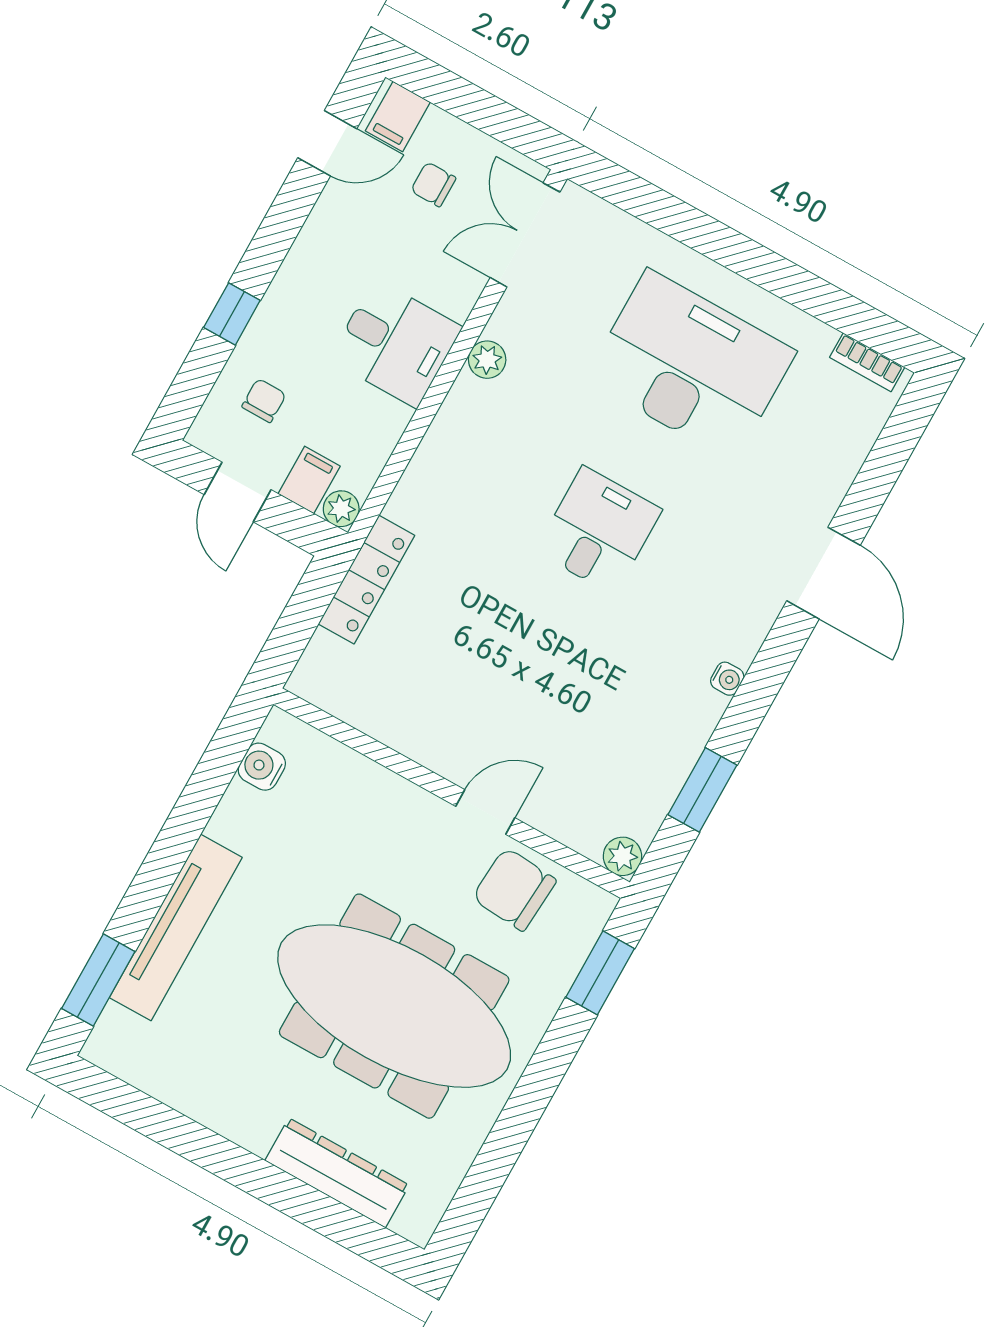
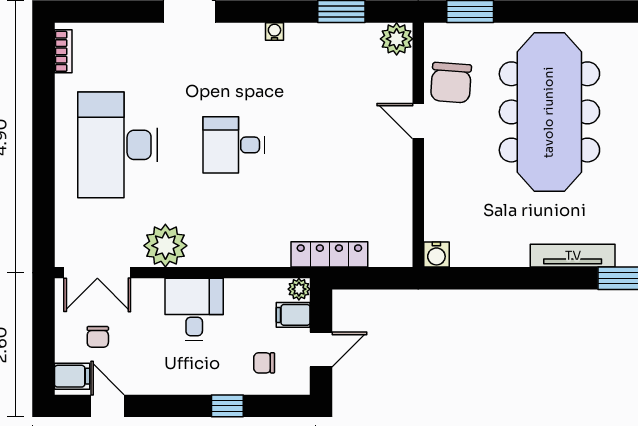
plant: (487, 360) -> (165, 246), width x1.87, depth x1.87
water cooler: (262, 767) -> (436, 254), moved
plant: (623, 856) -> (397, 39), width x1.38, depth x1.38
tv unit: (176, 927) -> (573, 256), width x0.73, depth x0.78

